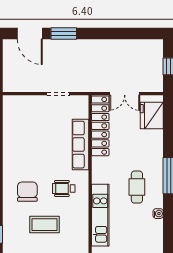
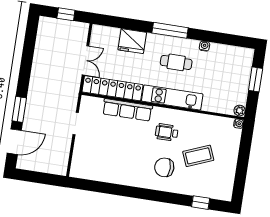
fridge: (152, 115) -> (132, 41), moved
wheelchair: (64, 188) -> (167, 132), turned 90
kitchen unit: (100, 215) -> (172, 98), moved
coffee table: (44, 225) -> (198, 156), turned 68

